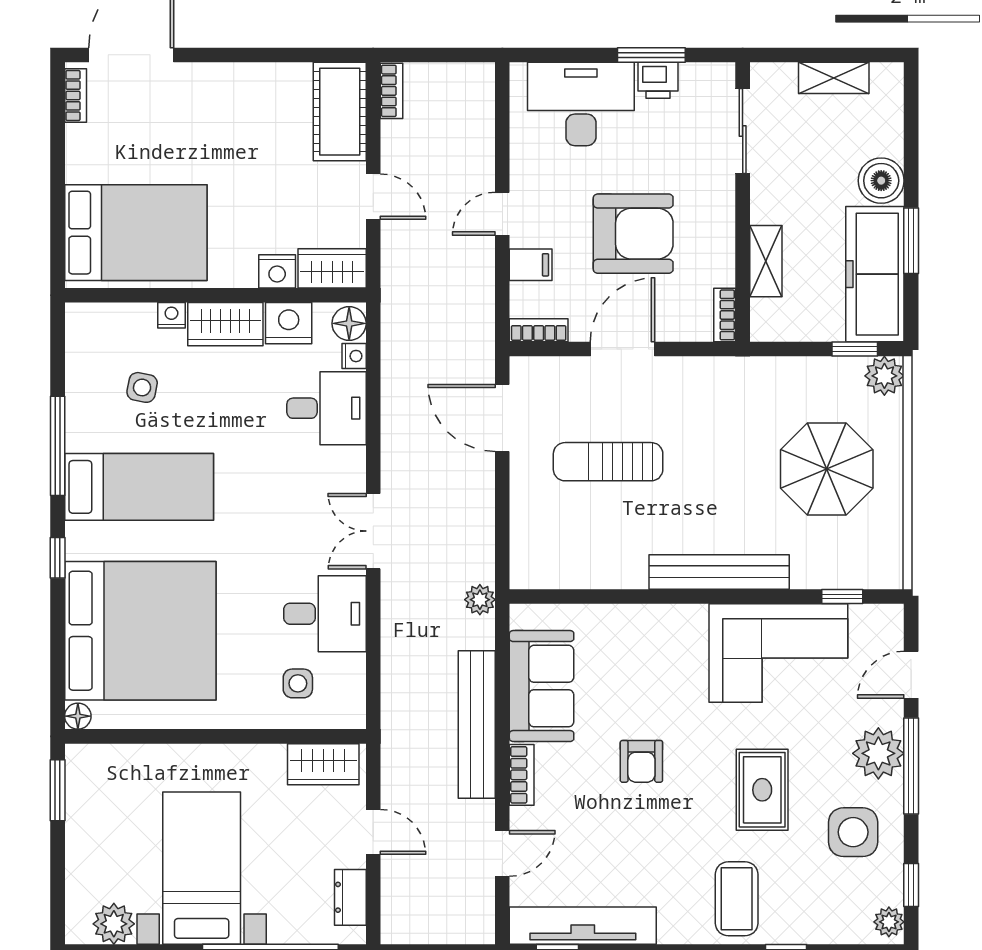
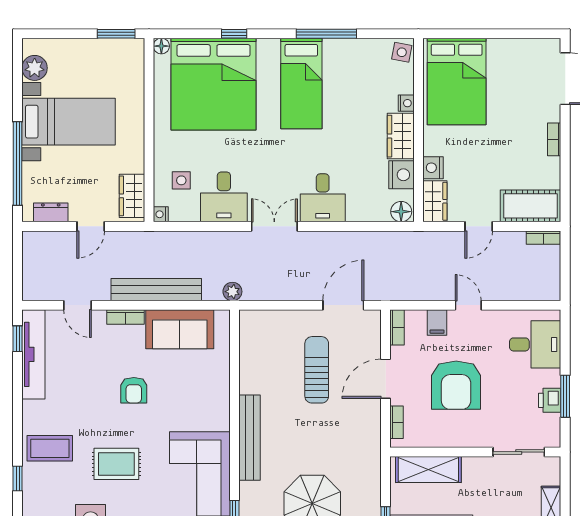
bookcase: (76, 96) -> (554, 139), moved, turned 90
desk: (581, 104) -> (535, 344), width x0.73
shelving: (766, 261) -> (428, 469), width x1.50, depth x1.33
bookcase: (725, 315) -> (396, 422), moved, turned 90
door: (623, 349) -> (386, 379), swing flipped
nightstand: (354, 356) -> (161, 214), moved, turned 90
side table: (142, 387) -> (402, 52), moved
desk: (327, 408) -> (323, 198), moved
window: (58, 558) -> (234, 34), moved
armchair: (641, 761) -> (134, 390), turned -90

